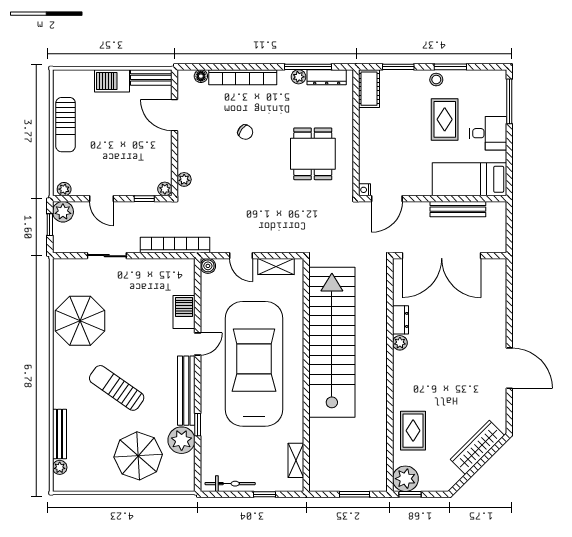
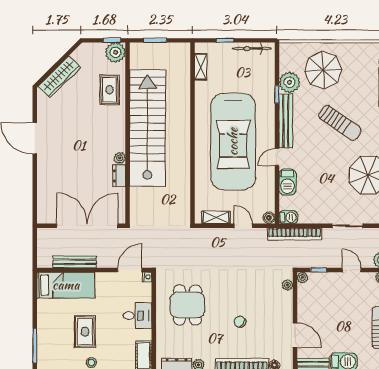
desk: (488, 133) -> (138, 316), moved, turned 180
barbecue: (183, 267) -> (288, 217), added
stairs: (332, 342) -> (147, 128), moved, turned 180

